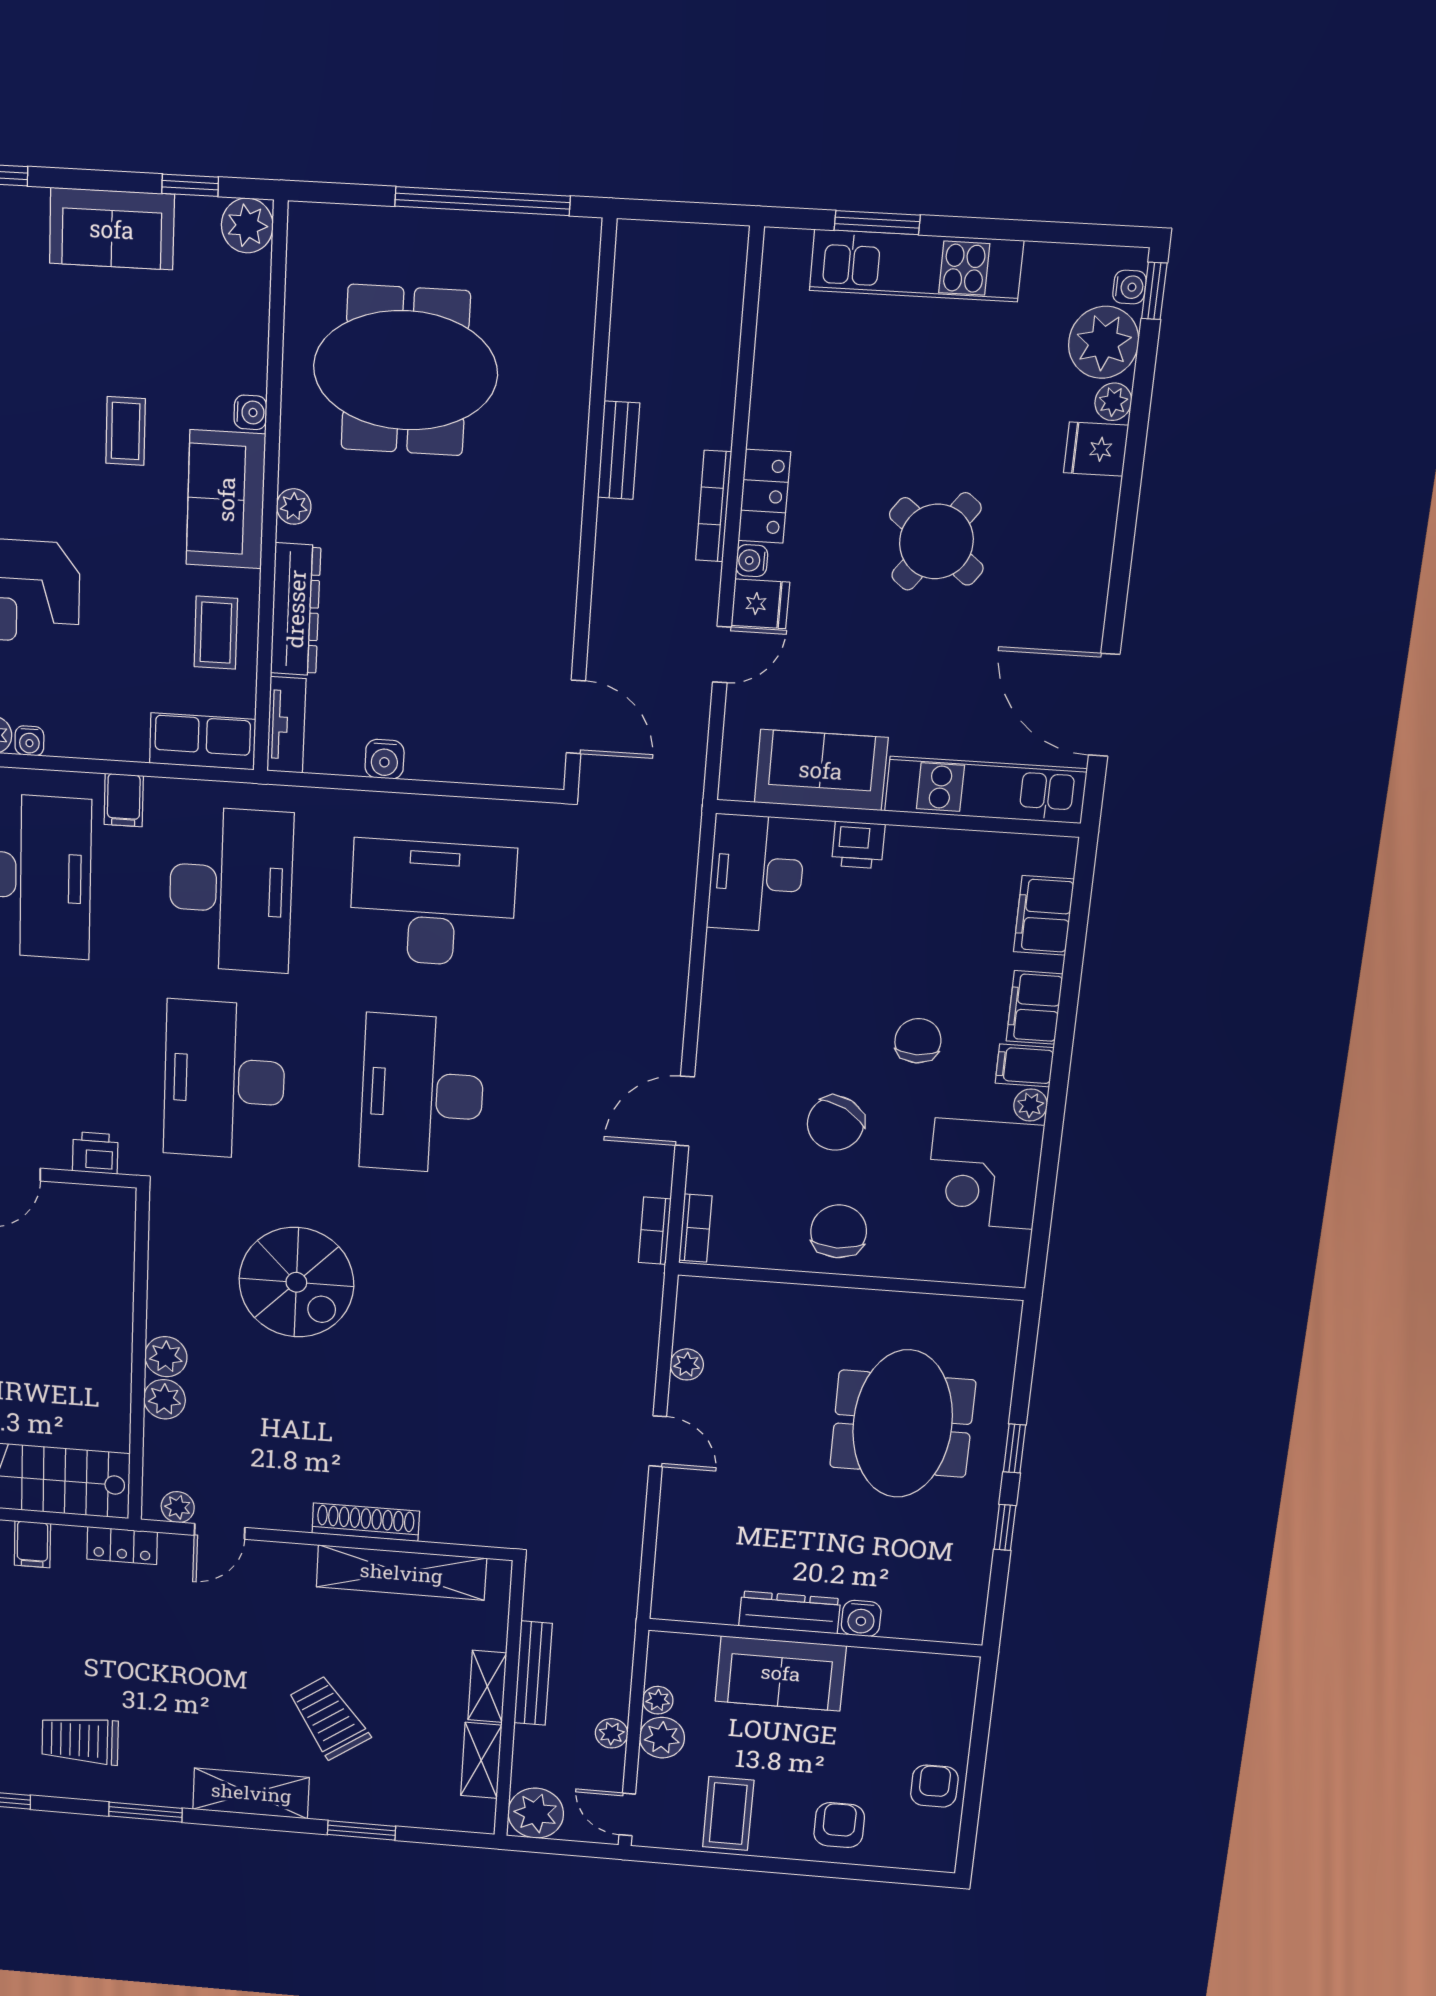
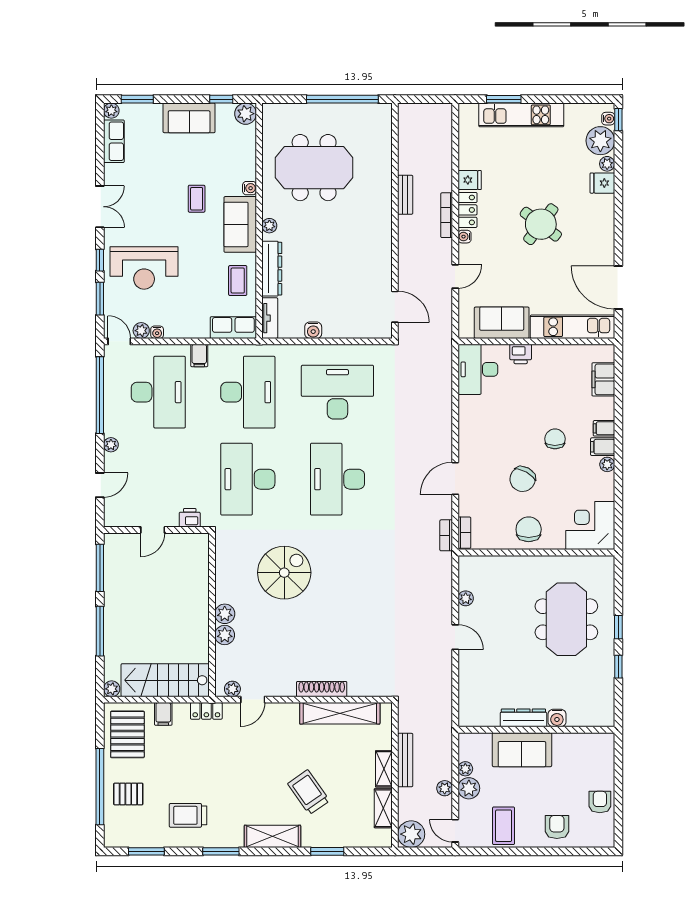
fridge: (760, 604) -> (470, 180), moved
filing cabinet: (1035, 1007) -> (604, 428), width x0.50
corner desk: (984, 1174) -> (590, 526), moved, turned 90
spiral stairs: (296, 1282) -> (284, 573), turned -90

